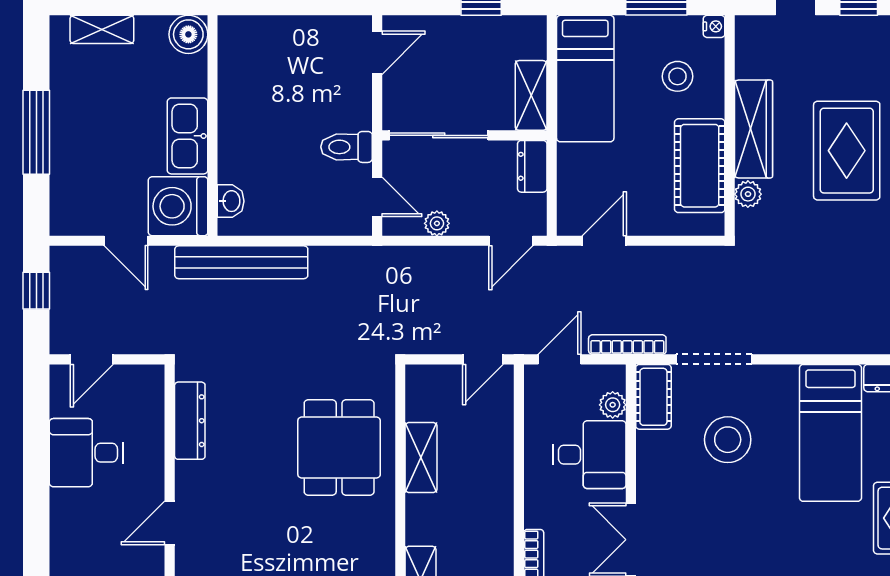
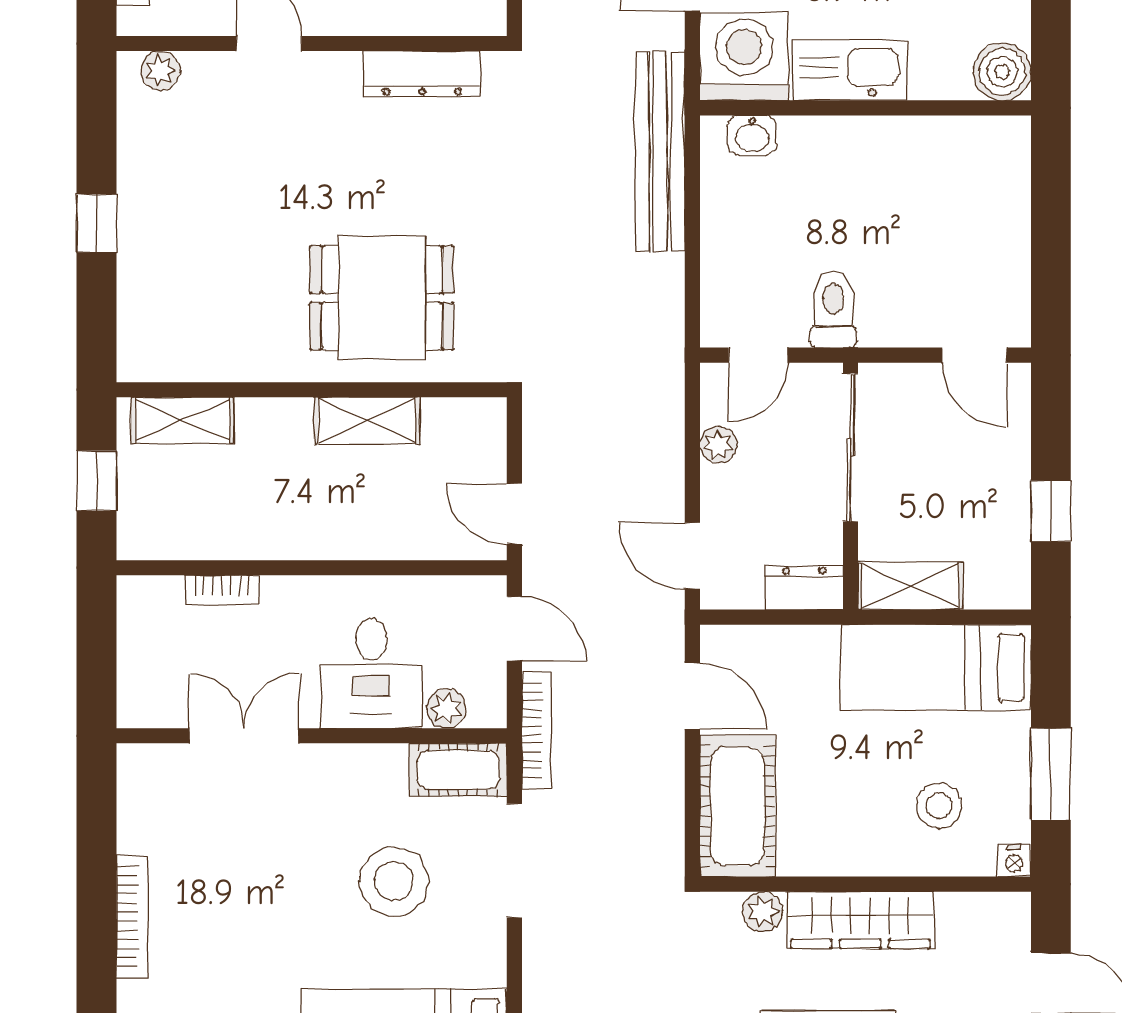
cot: (700, 166) -> (737, 806), moved, turned 90

